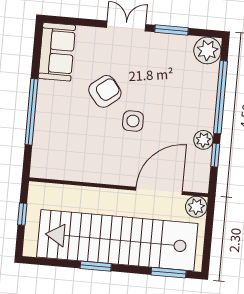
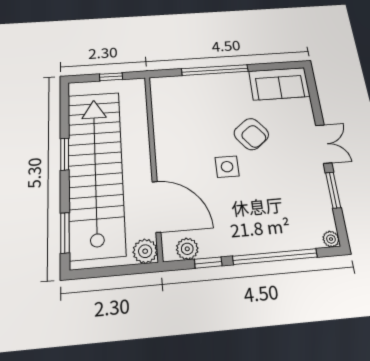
plant: (207, 50) -> (331, 239), width x0.53, depth x0.53
plant: (203, 140) -> (187, 249), moved

